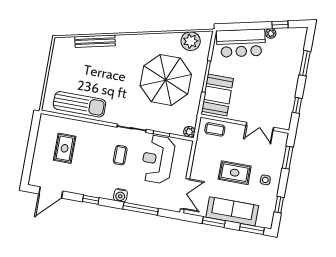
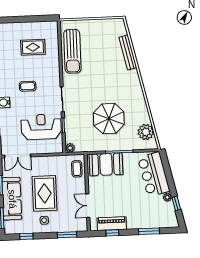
parasol: (166, 80) -> (109, 119), width x0.73, depth x0.73
piano: (287, 104) -> (112, 224), added
coffee table: (120, 155) -> (28, 86), moved
rug: (235, 173) -> (45, 193), width x1.36, depth x1.43

